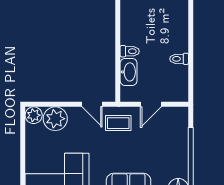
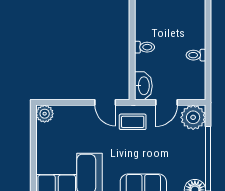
washbasin: (129, 72) -> (143, 86), moved
plant: (55, 119) -> (193, 117), moved

